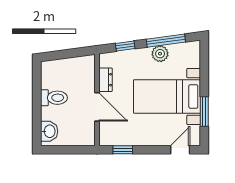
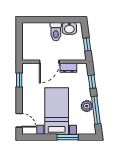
window: (72, 53) -> (87, 44), added
window: (204, 111) -> (68, 137), moved
washbasin: (49, 131) -> (69, 28), moved

